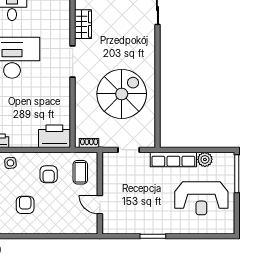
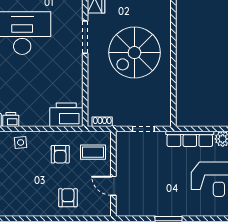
spiral stairs: (122, 94) -> (134, 53), moved, turned 180
coffee table: (80, 172) -> (93, 152), turned 90
armchair: (25, 205) -> (68, 198), moved

